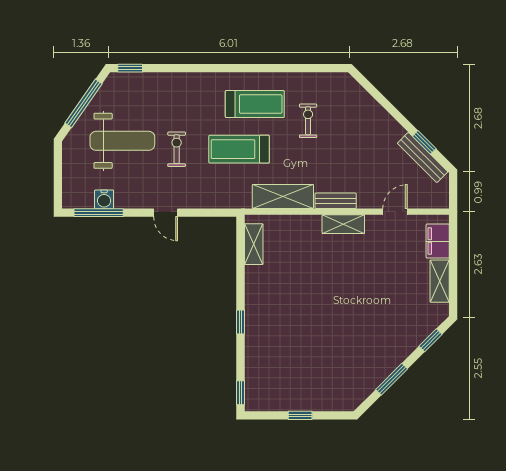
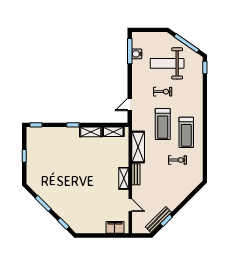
weight bench: (122, 141) -> (167, 63), turned 90
treadmill: (239, 149) -> (163, 124), turned 180
door: (166, 213) -> (130, 104), moved
shelving: (440, 281) -> (91, 132), moved

